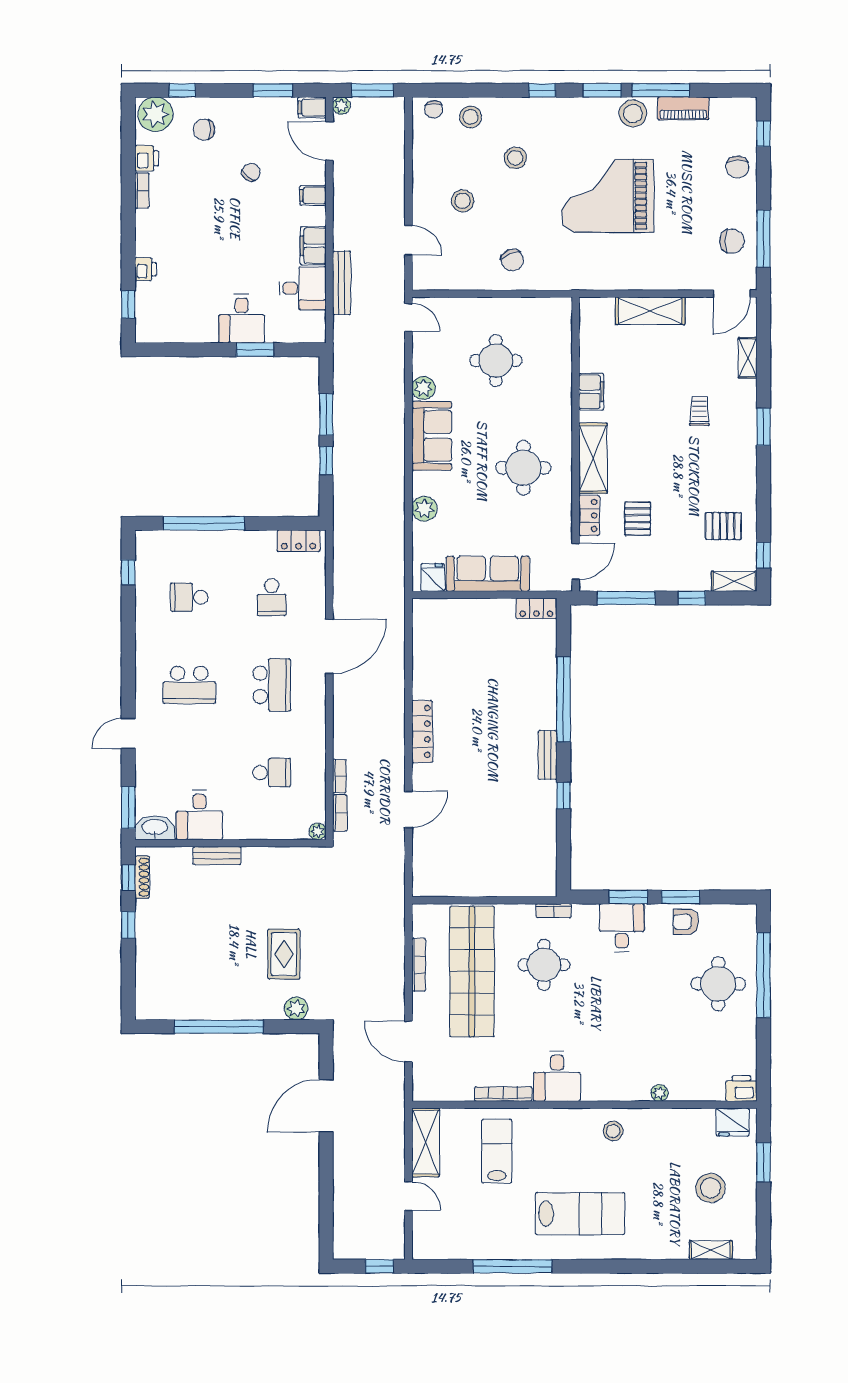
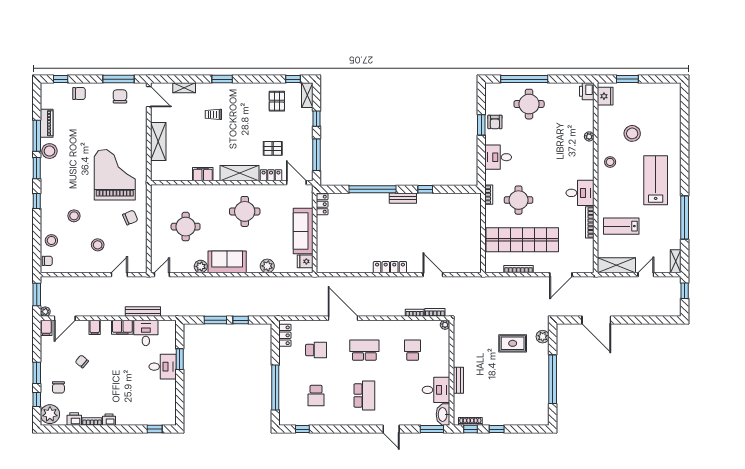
window: (273, 90) -> (37, 373), moved
grand piano: (608, 196) -> (115, 175), moved, turned 180
printer: (145, 269) -> (109, 420), moved
window: (628, 897) -> (481, 154), removed
stool: (710, 1188) -> (632, 133), moved
shelving: (711, 1250) -> (676, 261), moved

